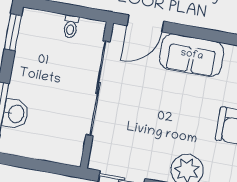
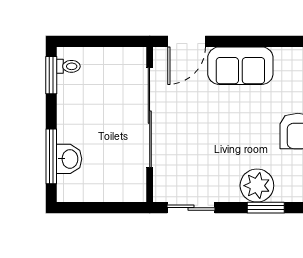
toilet: (71, 27) -> (68, 66), moved, turned -90

